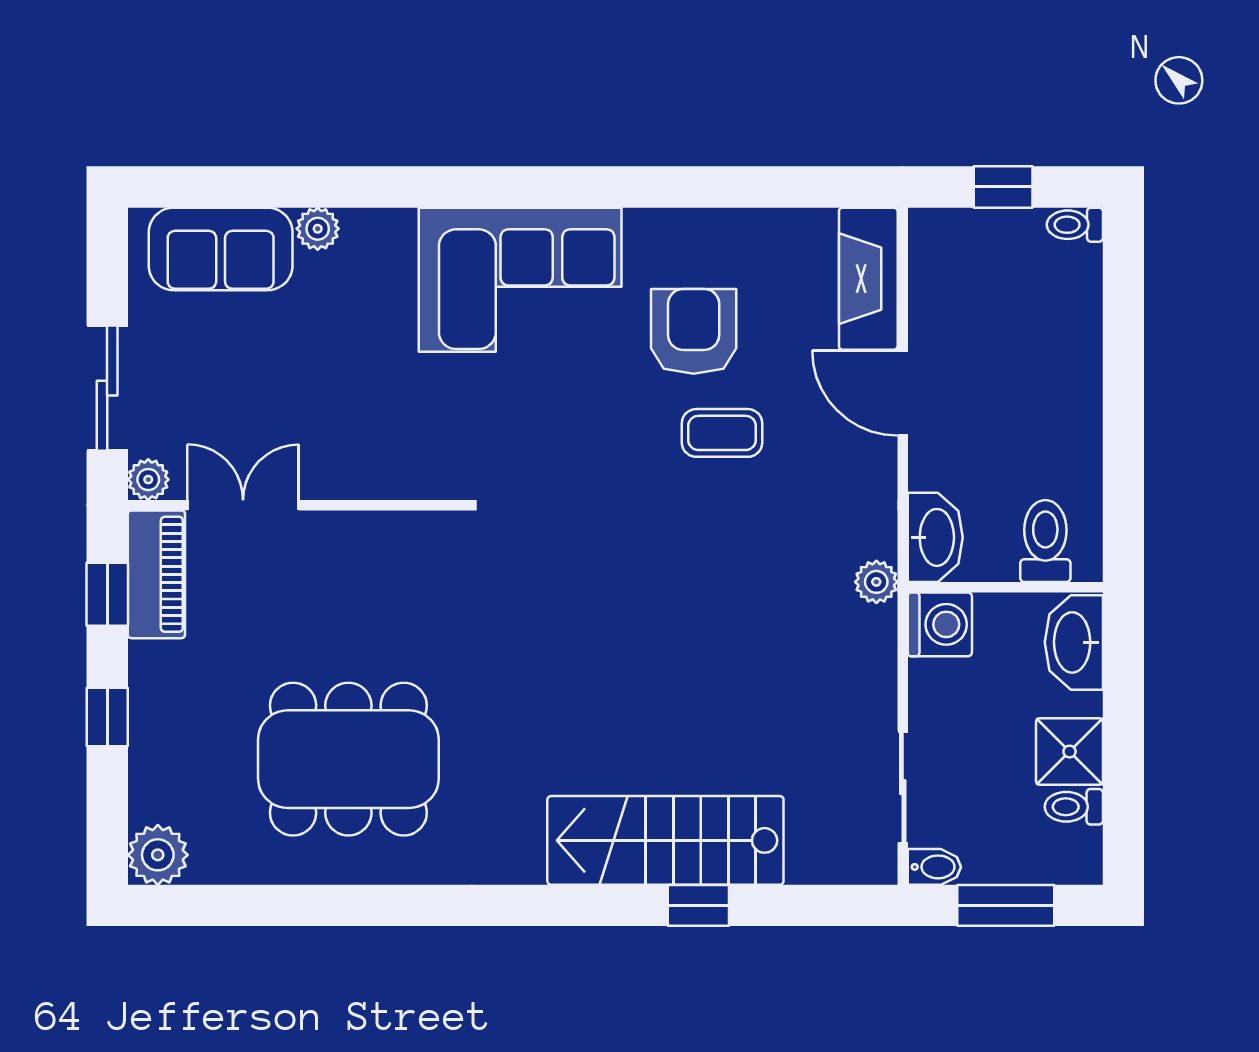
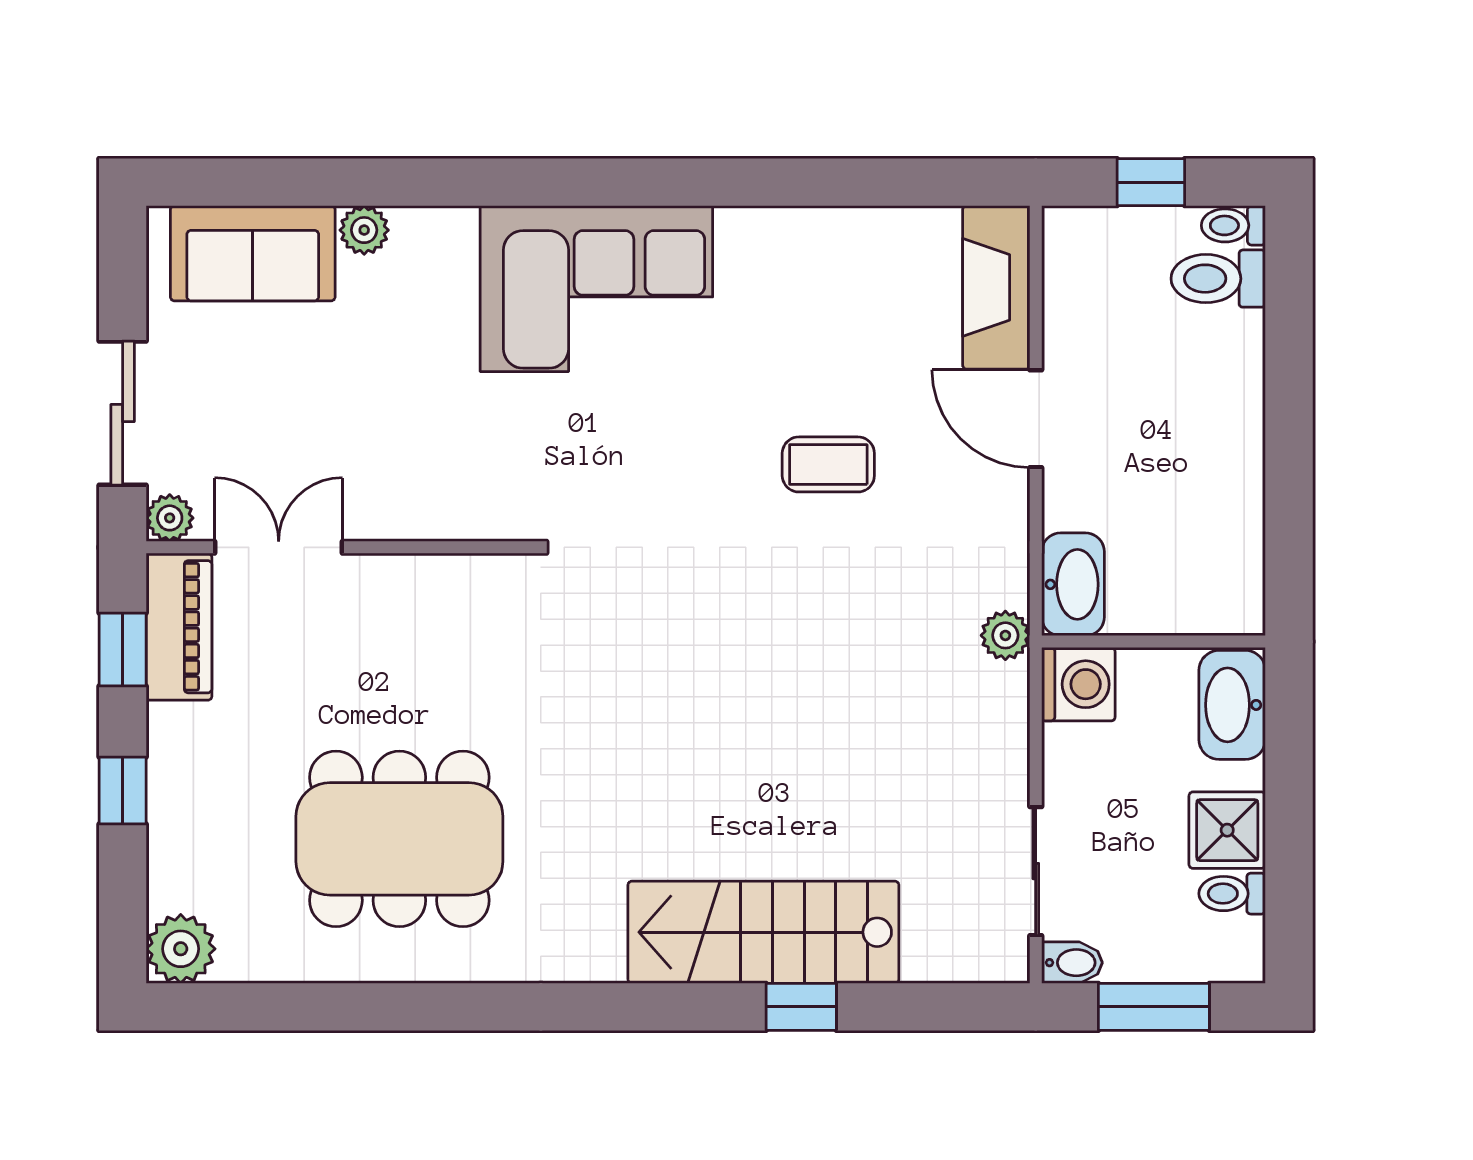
armchair: (694, 331) -> (796, 348), removed
toilet: (1045, 541) -> (1218, 279), moved, turned -90

